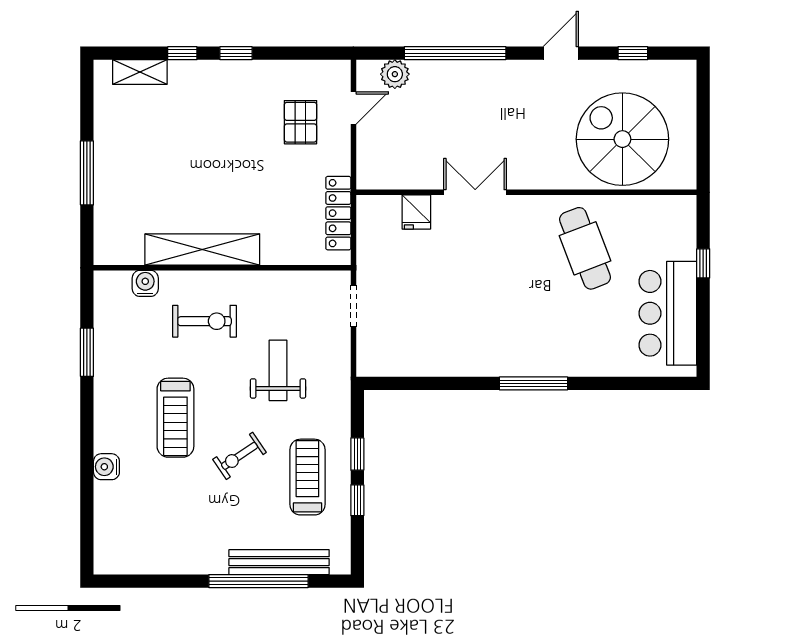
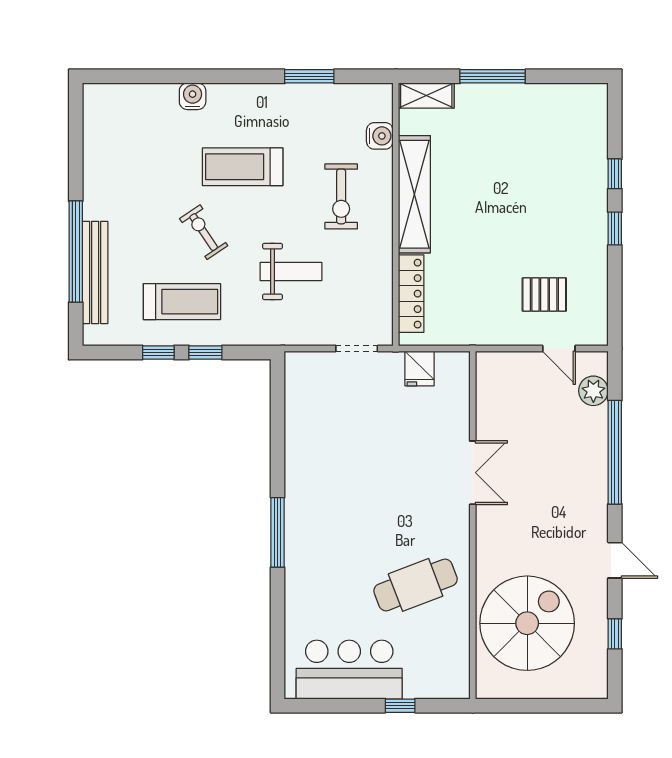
shelving: (140, 72) -> (426, 96), moved, turned 90
fridge: (416, 212) -> (419, 369), moved, turned -90
locker: (338, 213) -> (411, 294), moved, turned 90

